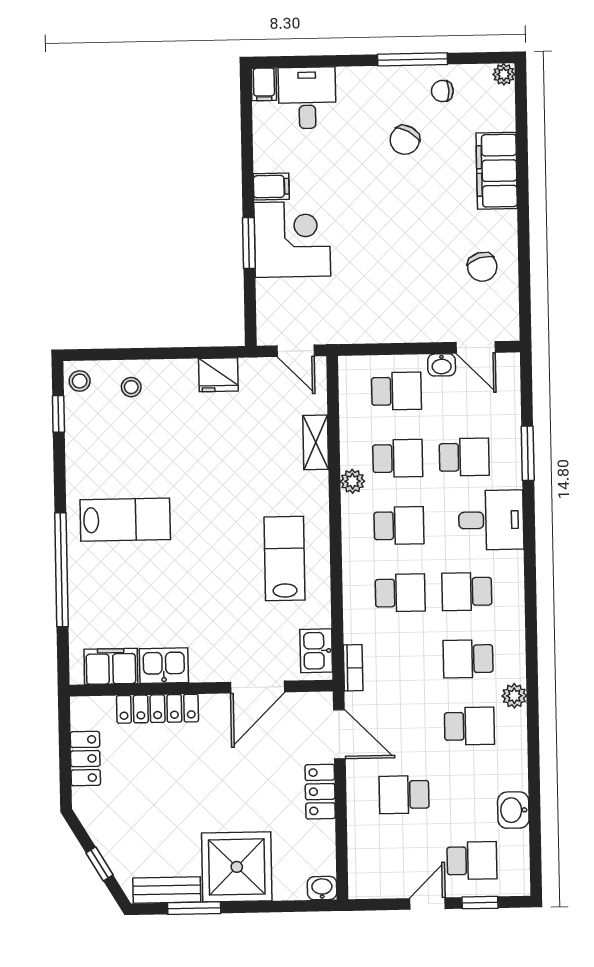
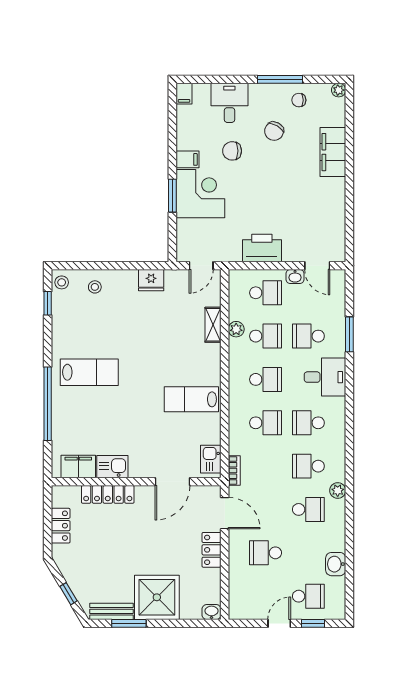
desk: (307, 98) -> (229, 103), moved
chair: (482, 267) -> (232, 151), moved, turned 106
printer: (389, 322) -> (262, 248), added
door: (296, 351) -> (201, 266), hinge flipped
school desk: (464, 457) -> (308, 336), turned 180
plant: (352, 481) -> (236, 329), moved
lab bench: (284, 559) -> (191, 399), turned -90

